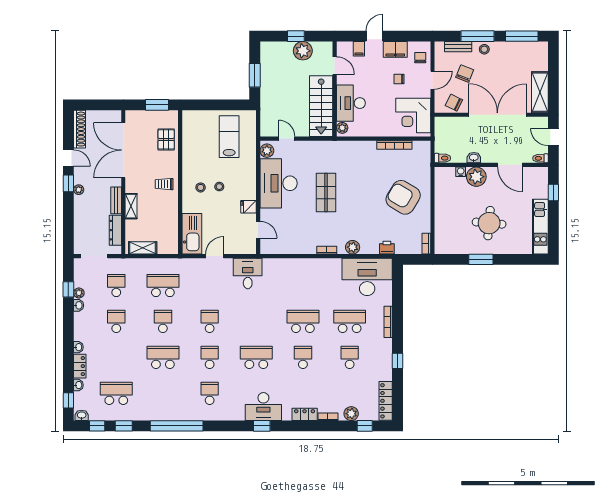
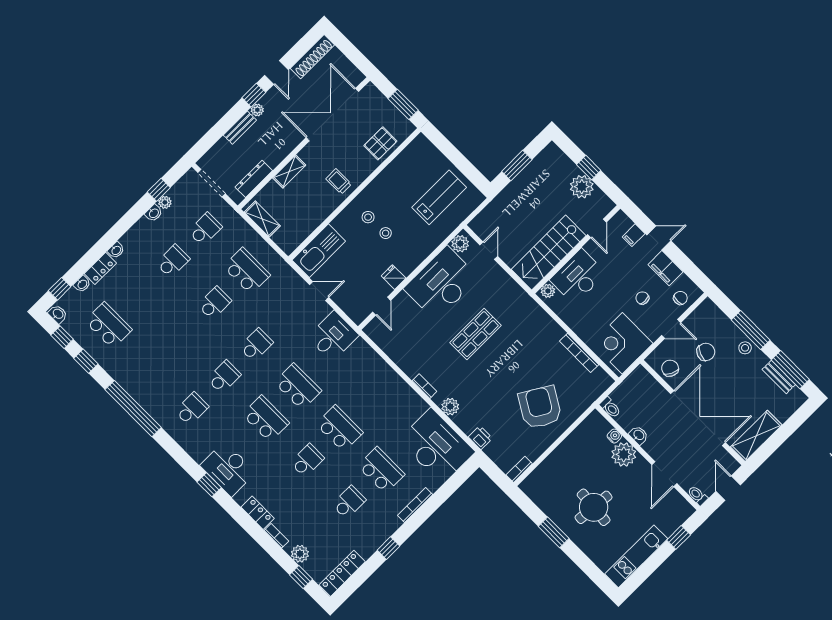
bench: (458, 47) -> (779, 377), moved
bench: (116, 200) -> (240, 128), moved
school desk: (163, 357) -> (298, 387), moved

